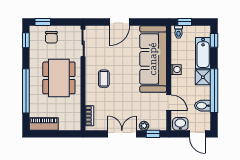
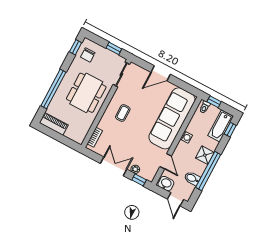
window: (43, 22) -> (114, 48), moved
chair: (51, 37) -> (88, 55), moved
bathtub: (203, 53) -> (221, 126), moved

